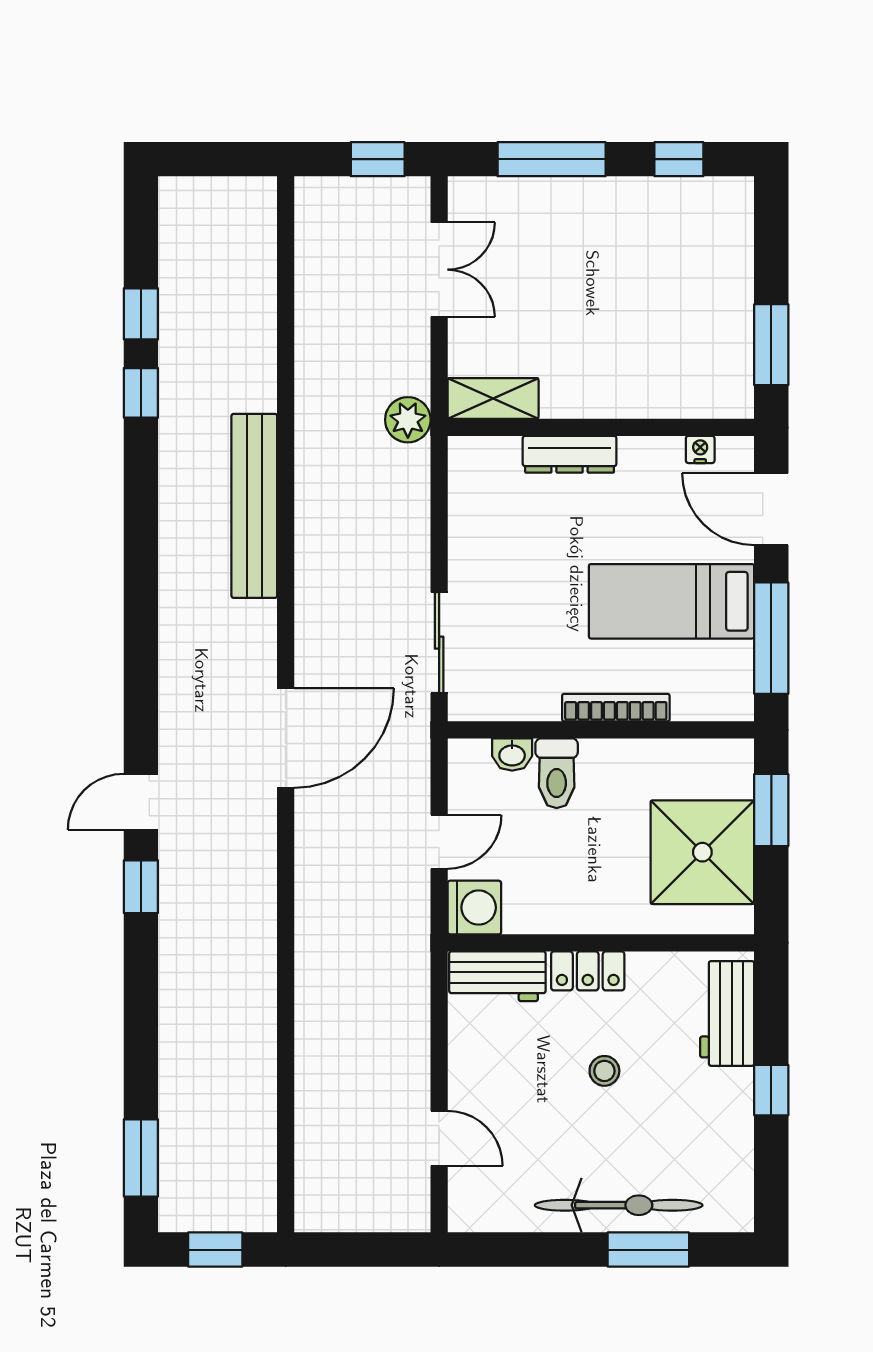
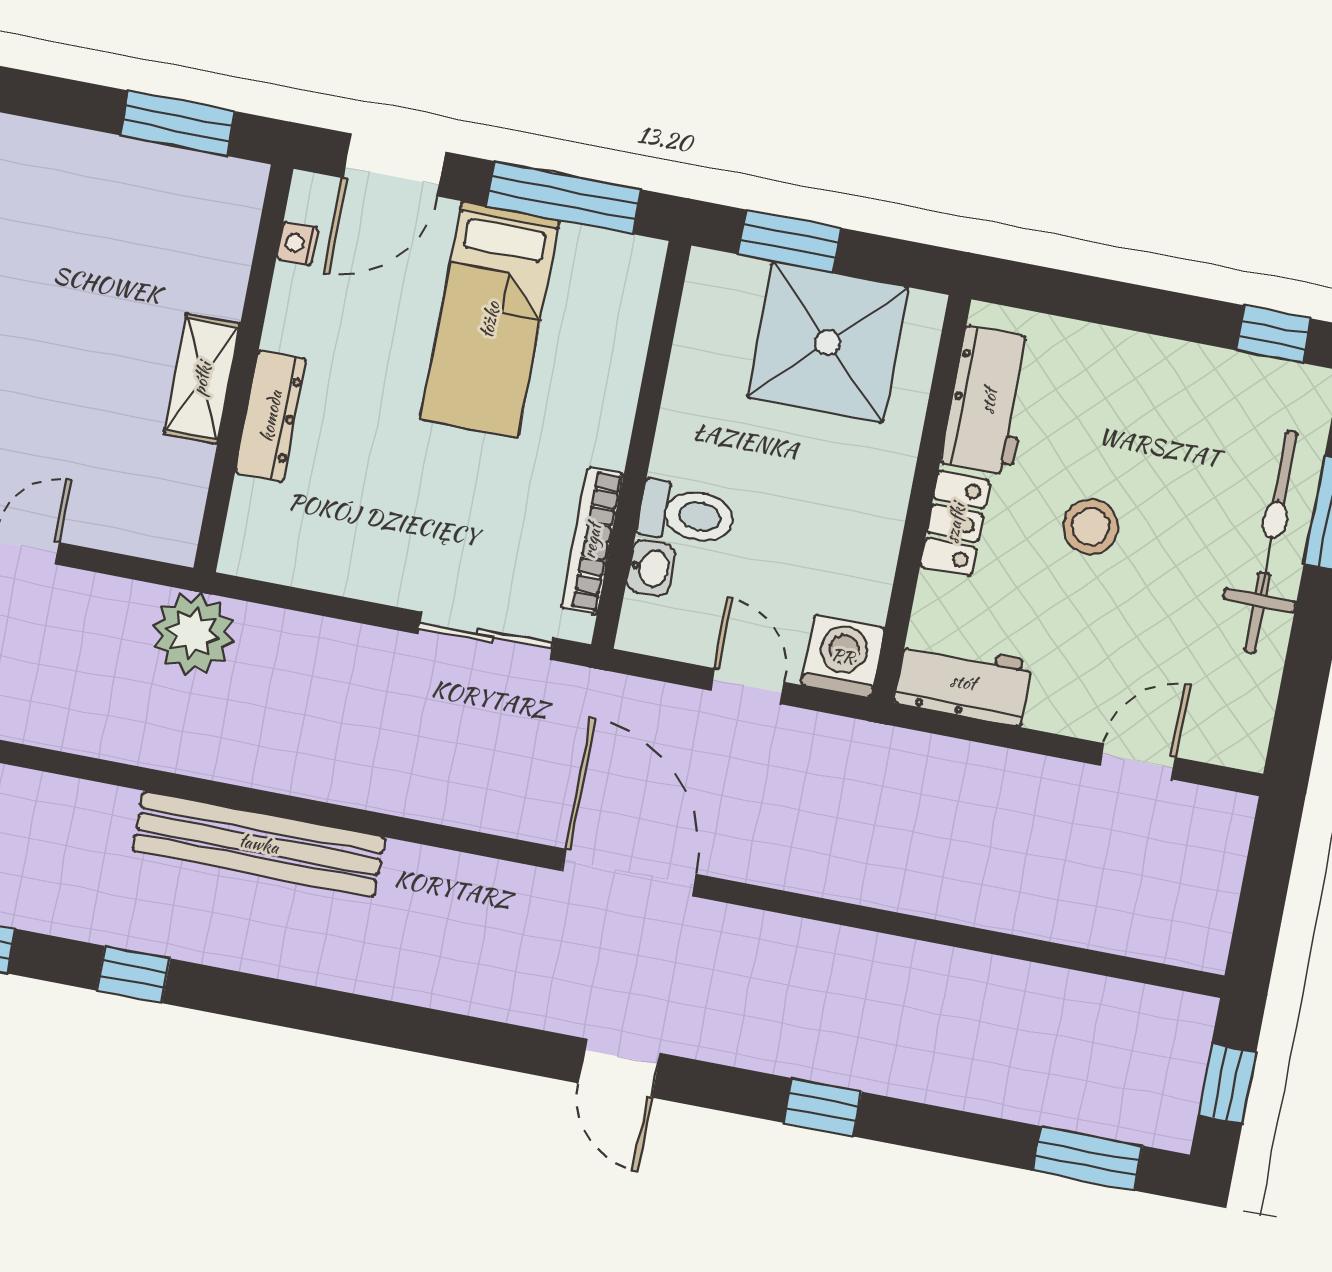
window: (141, 393) -> (133, 975), moved
shelving: (493, 398) -> (202, 379), moved
plant: (408, 420) -> (193, 633), width x1.36, depth x1.36
bookcase: (616, 708) -> (592, 541), moved
door: (286, 738) -> (629, 872), moved
window: (141, 887) -> (823, 1107), moved
workbench: (497, 976) -> (963, 682), moved, turned -90
workbench: (727, 1013) -> (989, 401), moved, turned -90
stool: (604, 1071) -> (1091, 527), width x1.37, depth x1.37
window: (771, 1090) -> (1273, 334), moved

